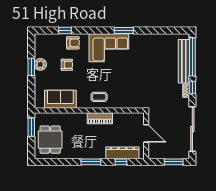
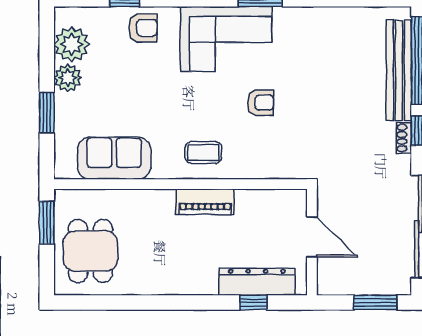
plant: (42, 50) -> (72, 44), added
armchair: (67, 65) -> (261, 103), moved
window: (31, 67) -> (47, 113), moved
window: (91, 162) -> (184, 302), removed

